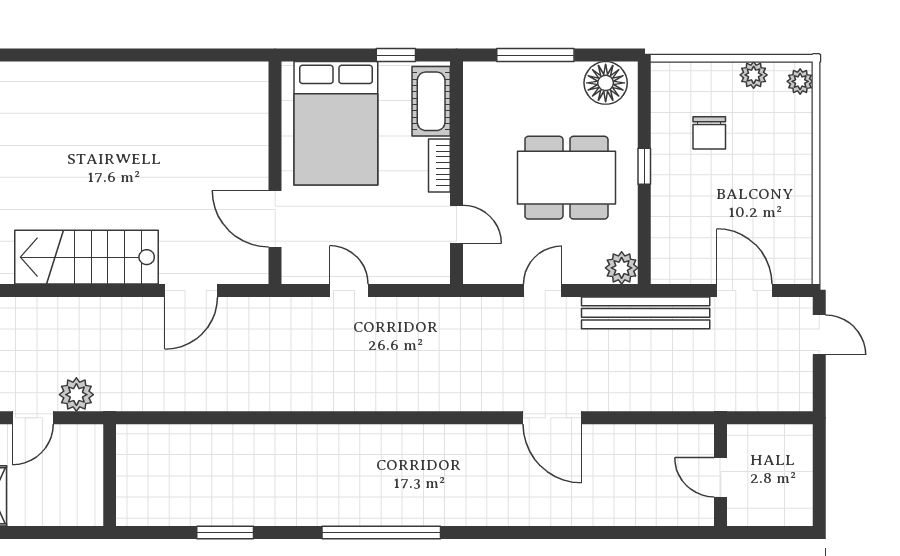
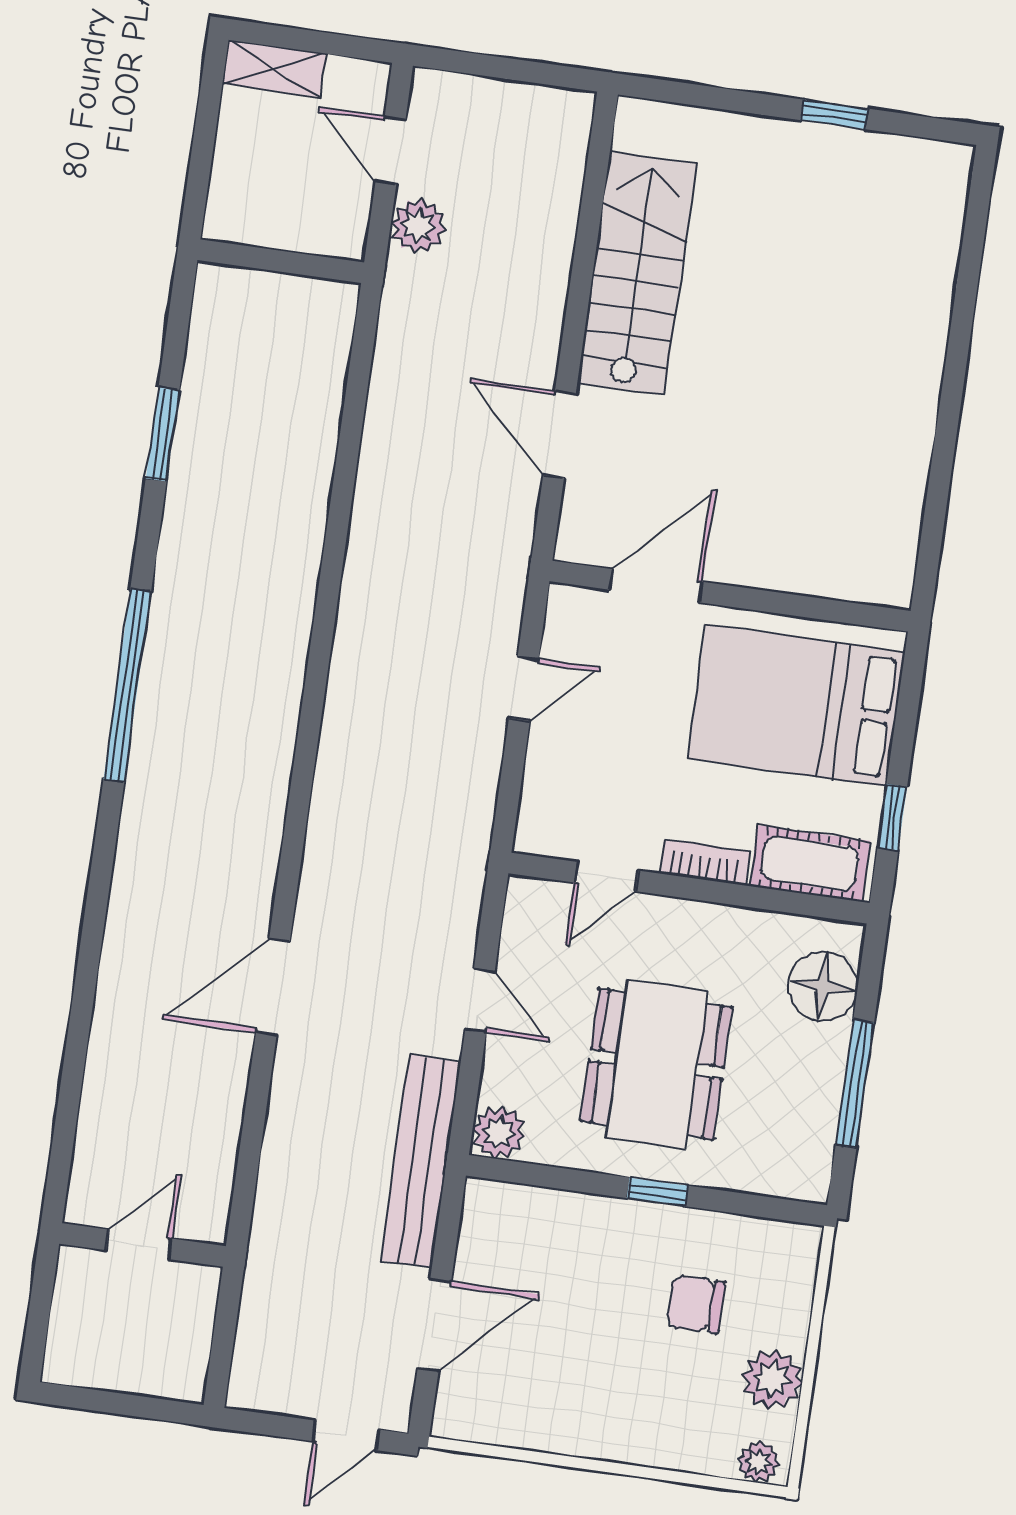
window: (535, 55) -> (855, 1084), moved
plant: (754, 75) -> (772, 1379), width x1.38, depth x1.38
floor lamp: (606, 83) -> (823, 986), moved

